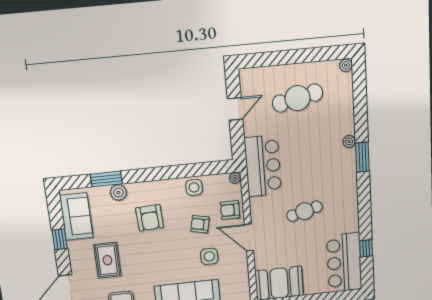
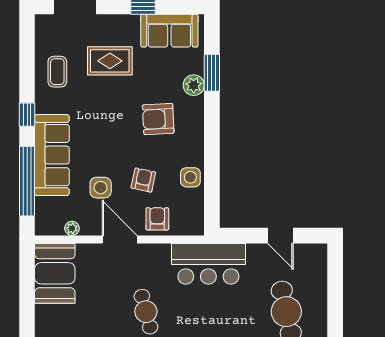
plant: (235, 178) -> (72, 228), moved
door: (249, 238) -> (120, 239), hinge flipped

